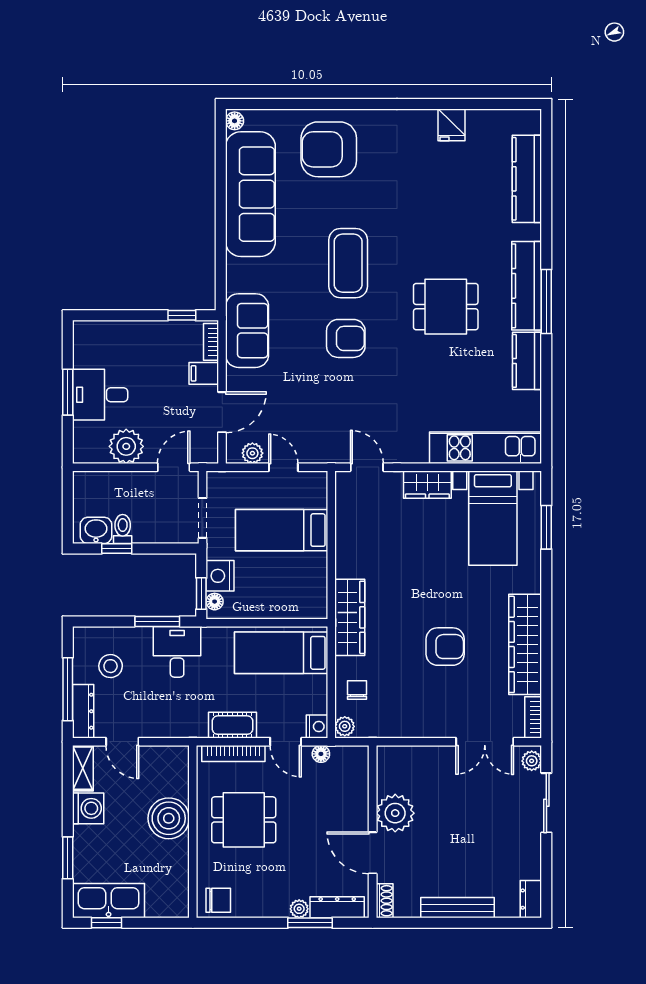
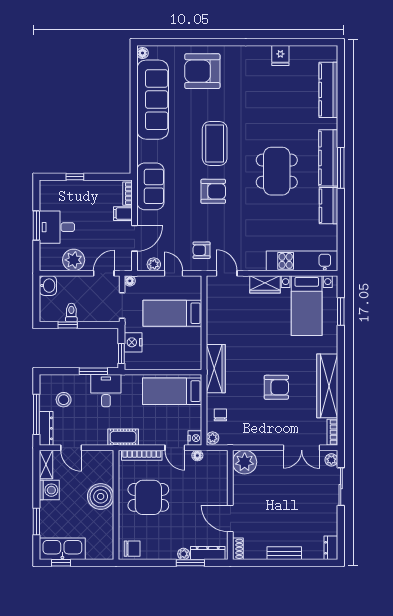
dining table: (446, 307) -> (277, 171), width x1.38
window: (182, 315) -> (75, 177), moved
armchair: (327, 431) -> (202, 250), added
washbasin: (96, 530) -> (48, 286), moved, turned 90
floor lamp: (215, 602) -> (130, 281), moved
cot: (233, 725) -> (123, 437), moved
plant: (395, 813) -> (245, 462), moved
bench: (458, 908) -> (284, 553), width x0.73

